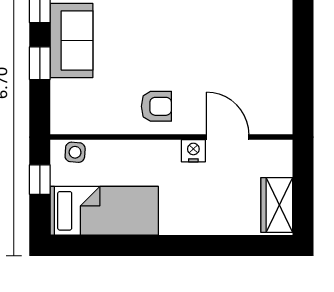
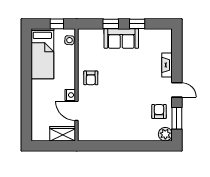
door: (228, 137) -> (77, 111), swing flipped
wardrobe: (277, 205) -> (63, 134), moved

